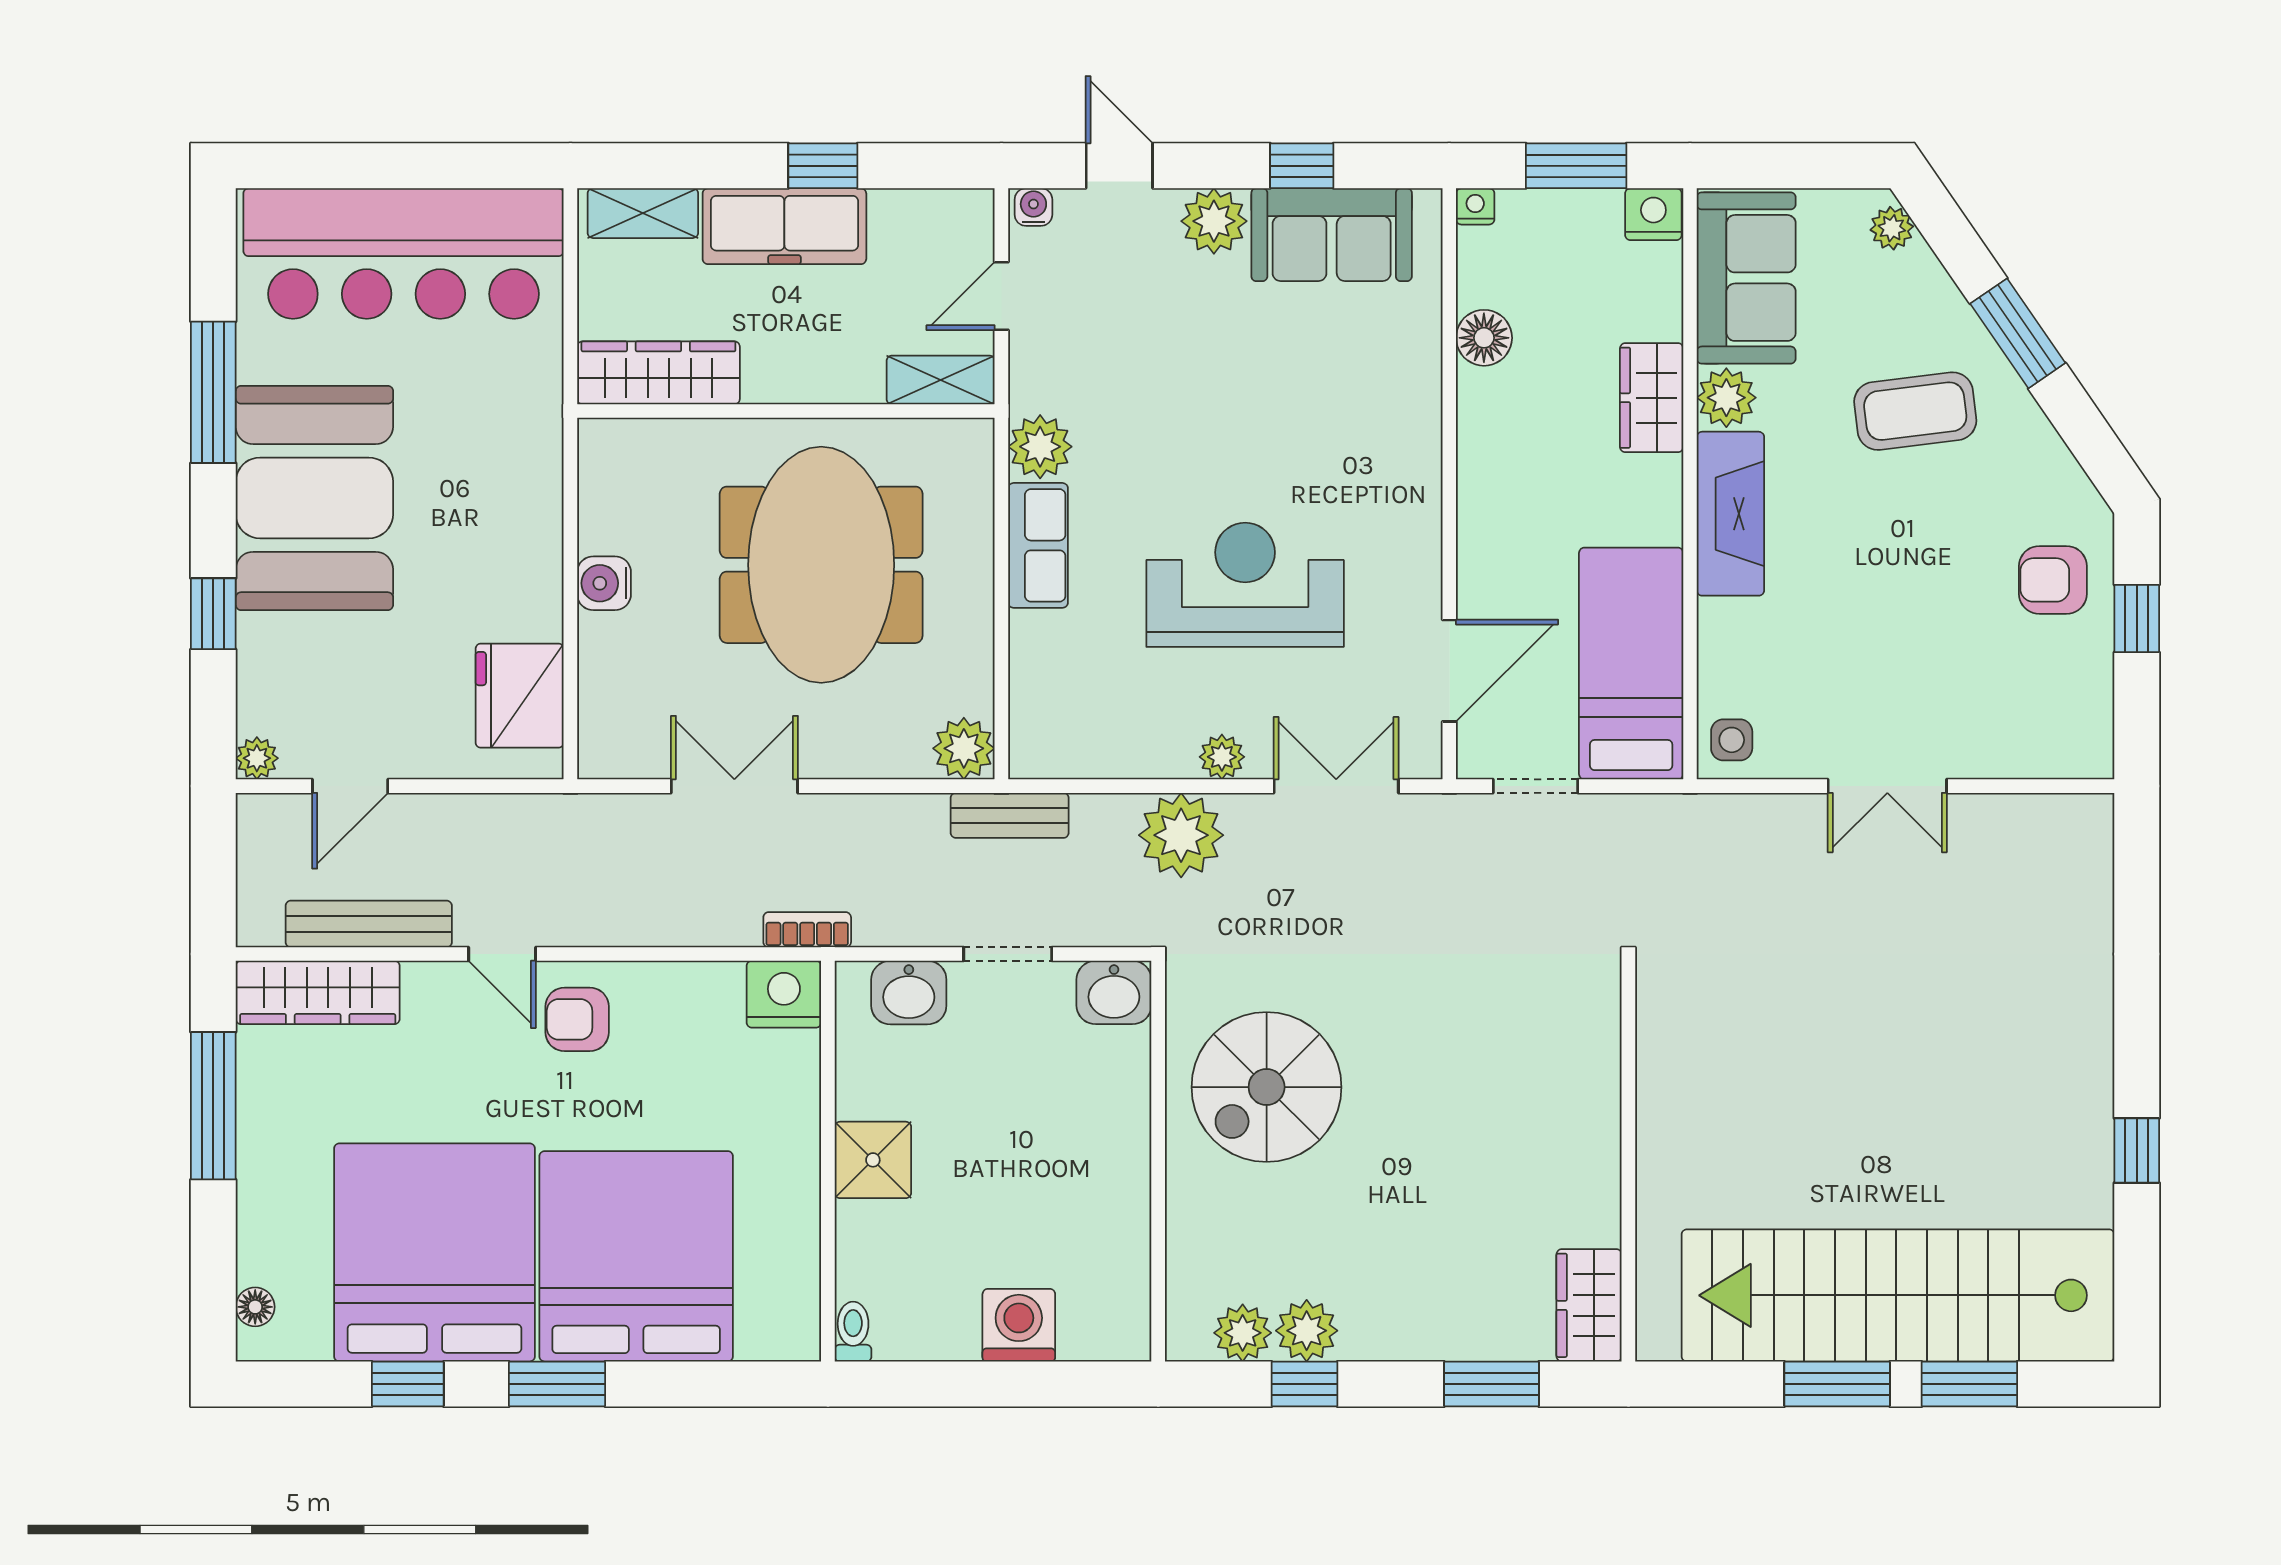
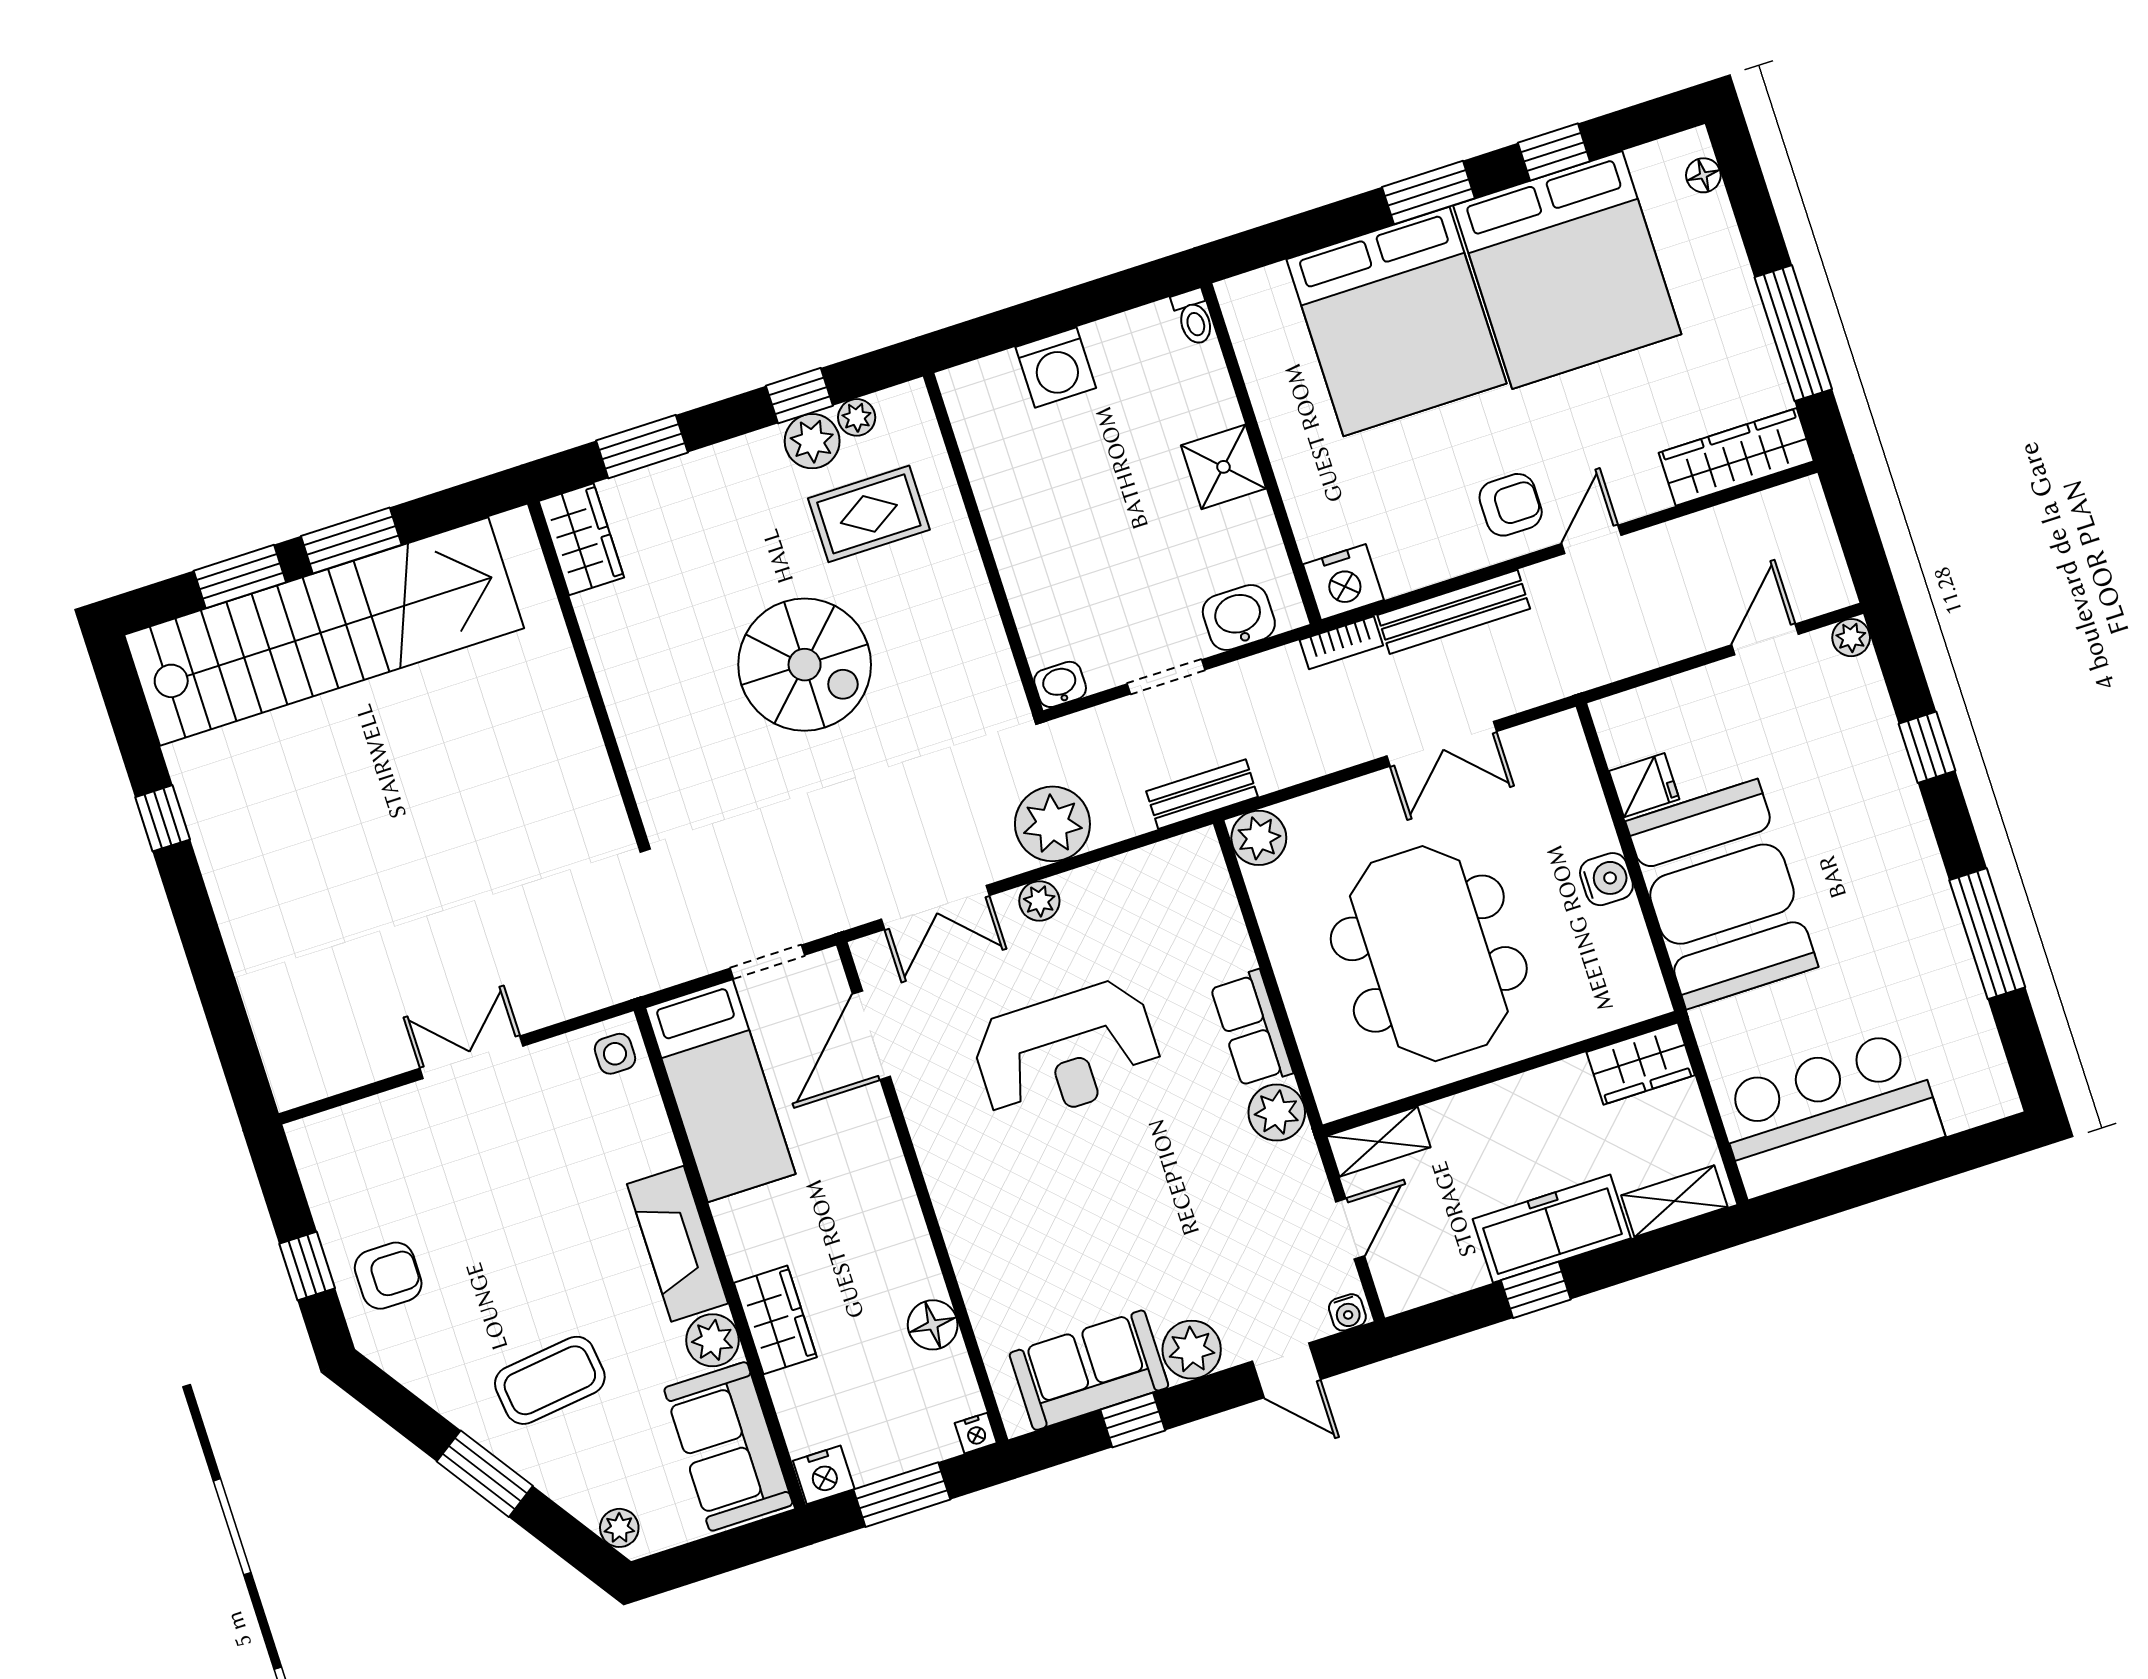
bar counter: (403, 254) -> (1829, 1114), width x0.73
wardrobe: (658, 373) -> (1641, 1064), width x0.67
booth: (314, 498) -> (1722, 894), moved
fridge: (520, 696) -> (1644, 785), width x0.53, depth x0.75
bench: (369, 924) -> (1454, 612), moved
door: (502, 954) -> (1591, 539), hinge flipped
washbasin: (1114, 992) -> (1060, 684), width x0.72, depth x0.69
spiral stairs: (1267, 1087) -> (805, 665), moved, turned 90
rug: (1271, 1233) -> (869, 514), added
plant: (1243, 1333) -> (857, 417), width x0.73, depth x0.73

